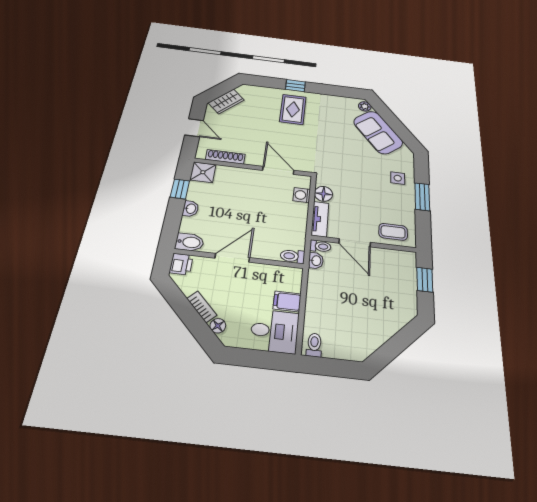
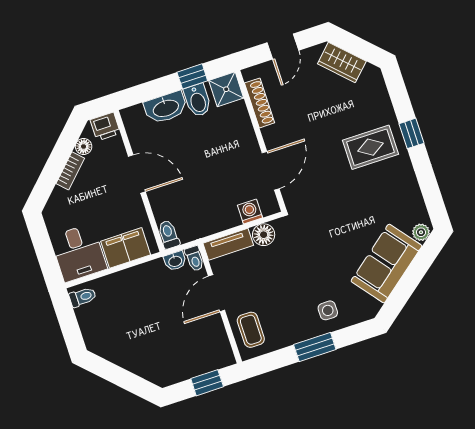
washbasin: (191, 209) -> (166, 108), width x1.91, depth x1.45
bidet: (190, 242) -> (197, 100), moved
filing cabinet: (287, 301) -> (126, 248), width x2.00
floor lamp: (218, 326) -> (84, 147), moved

